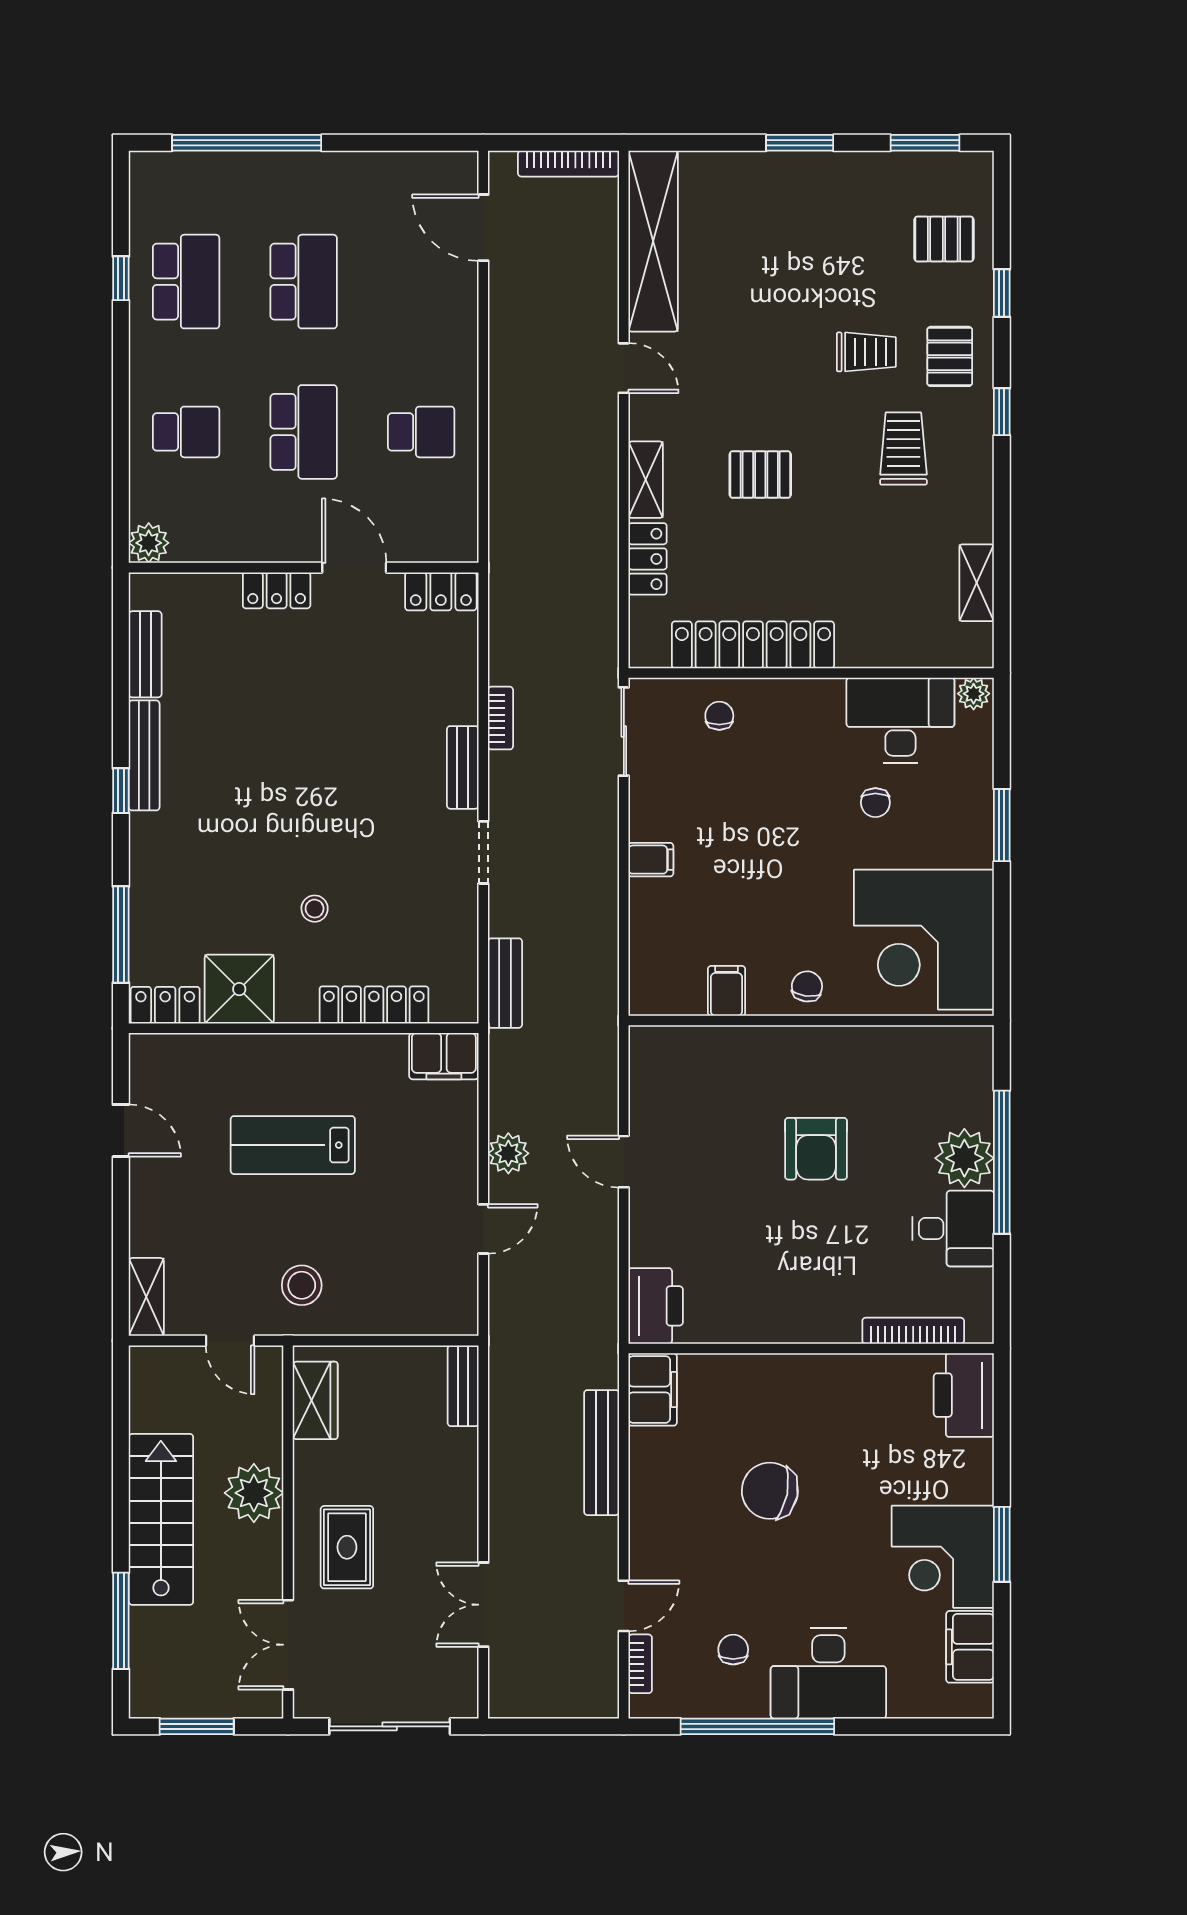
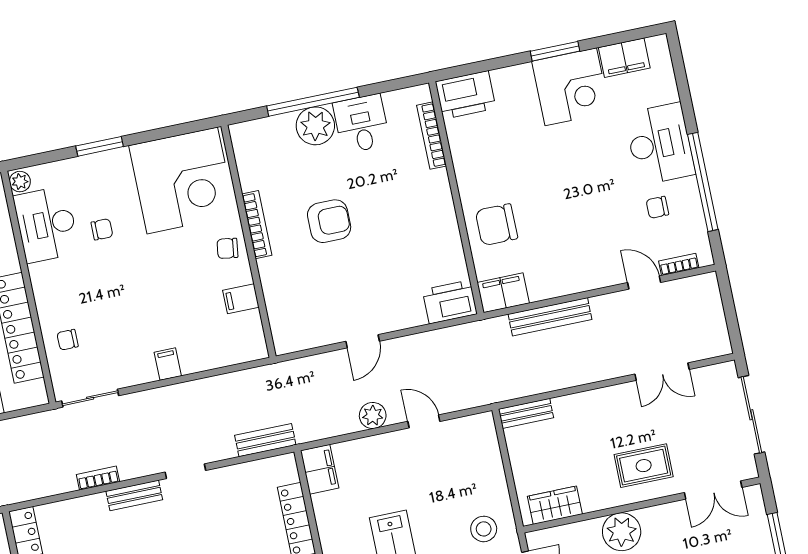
bookcase: (833, 1038) -> (257, 225), added
chair: (770, 1491) -> (496, 225), moved, turned 79

